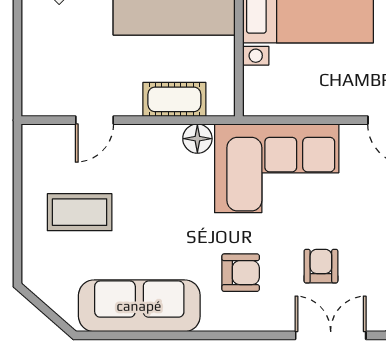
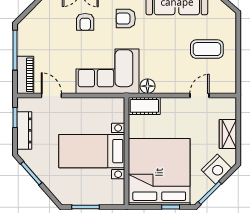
wardrobe: (38, 44) -> (228, 134), added
cot: (174, 99) -> (144, 106), moved

